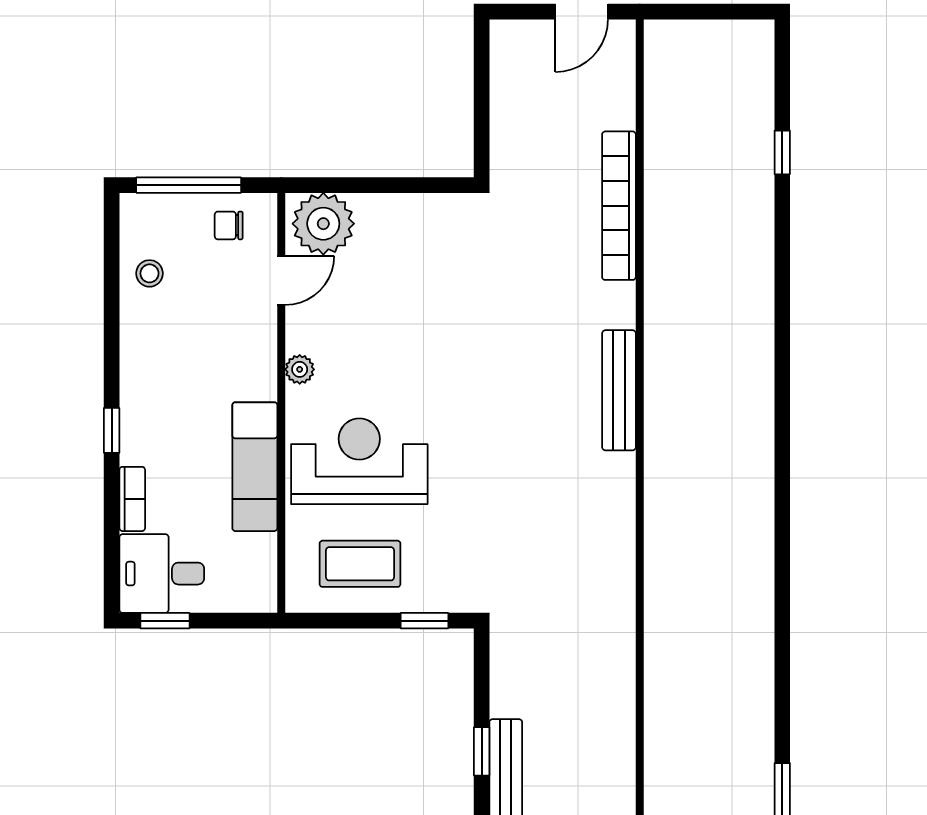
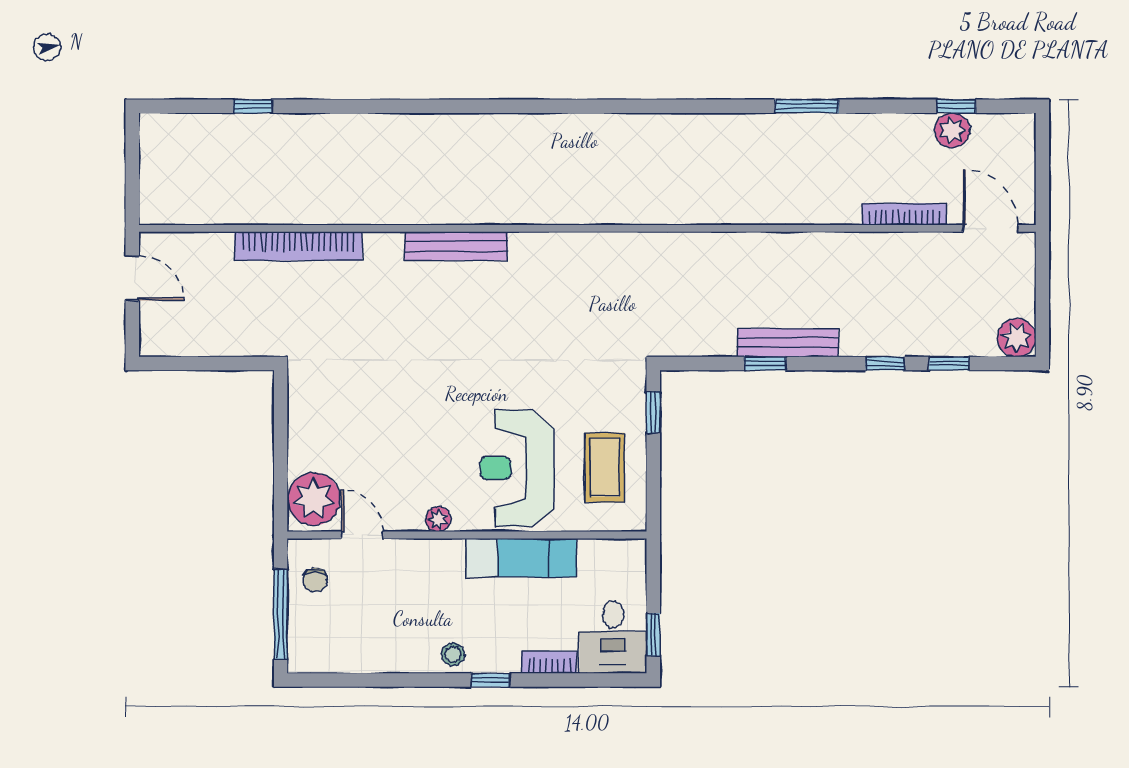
stool: (150, 273) -> (453, 654), moved

